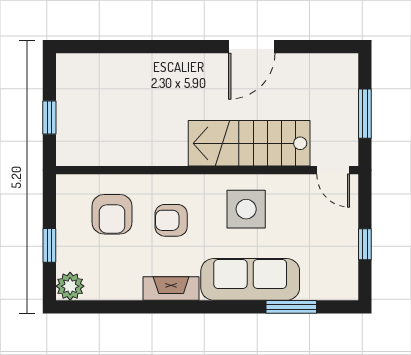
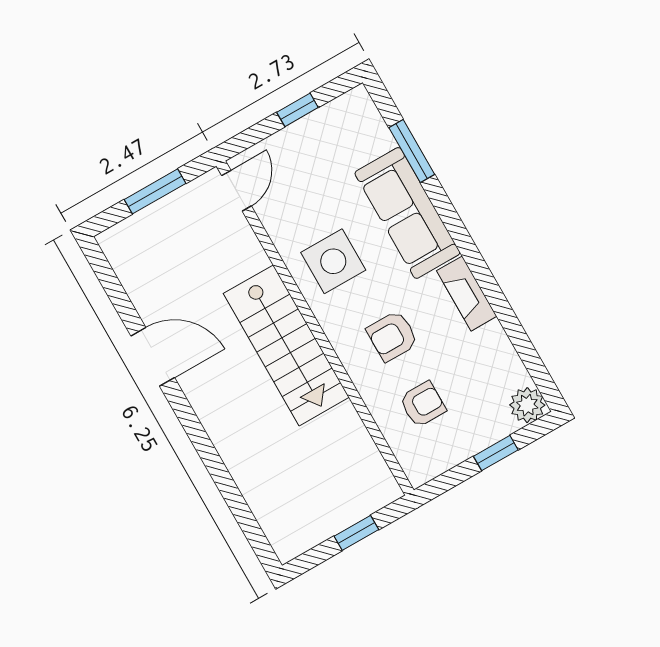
stairs: (249, 143) -> (286, 345), moved
armchair: (112, 214) -> (423, 404), width x0.72, depth x0.72
armchair: (171, 220) -> (392, 336), turned 90

